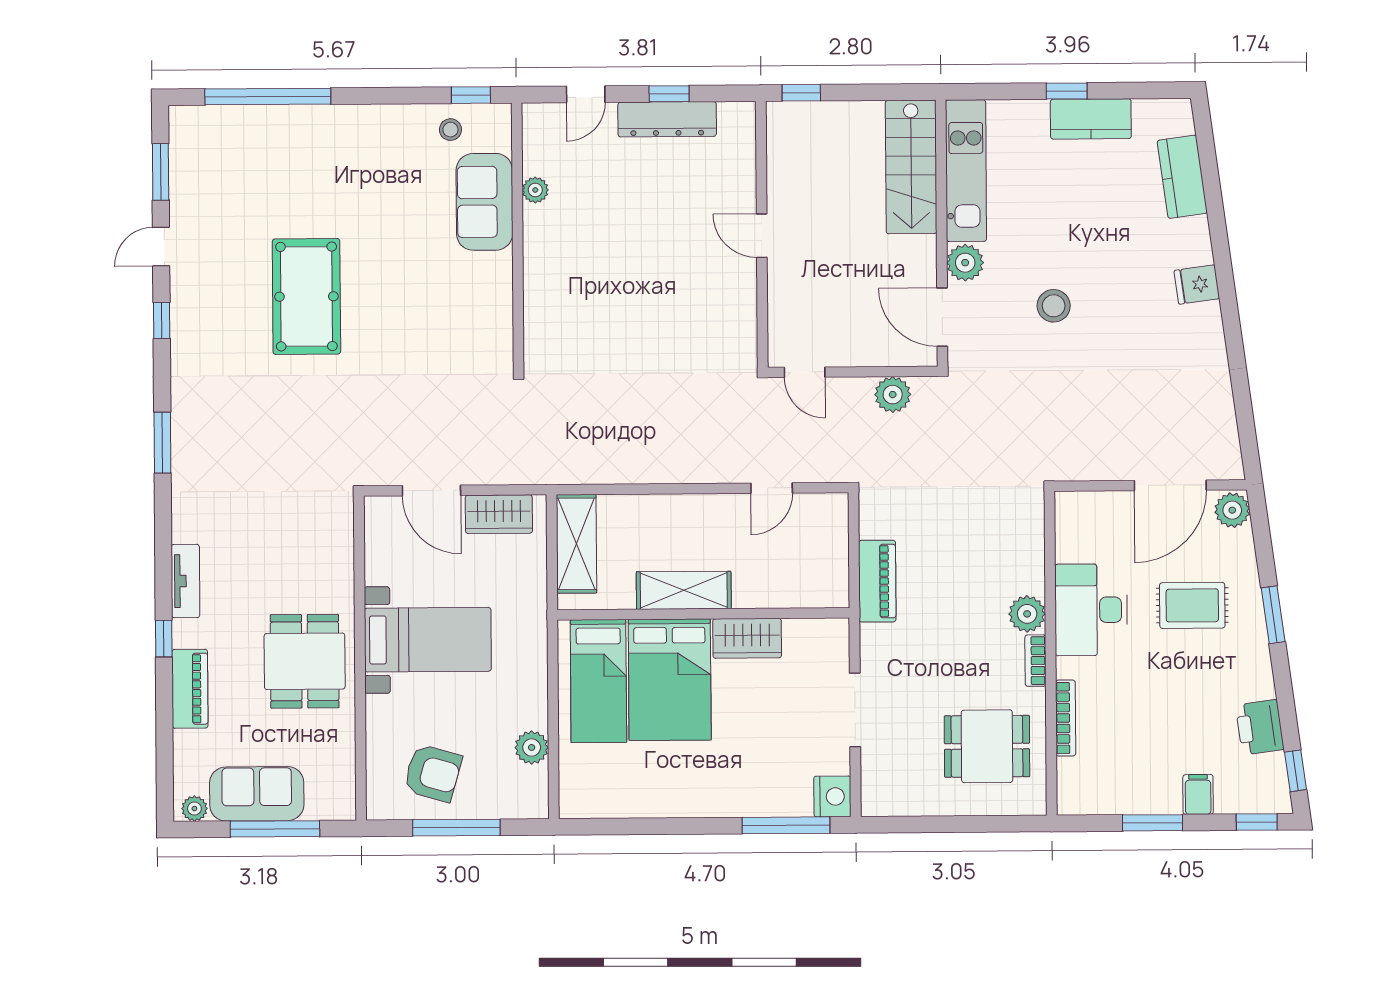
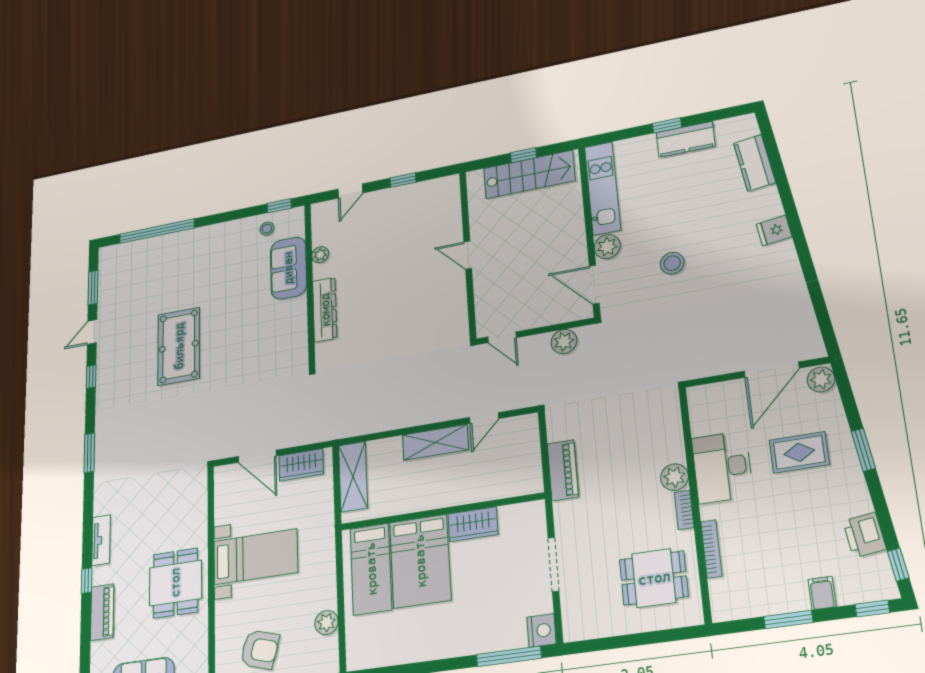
window: (801, 93) -> (523, 155), moved
dresser: (667, 119) -> (325, 310), moved, turned -90
stairs: (911, 167) -> (529, 174), moved, turned -90
shelving: (684, 590) -> (435, 442), moved

